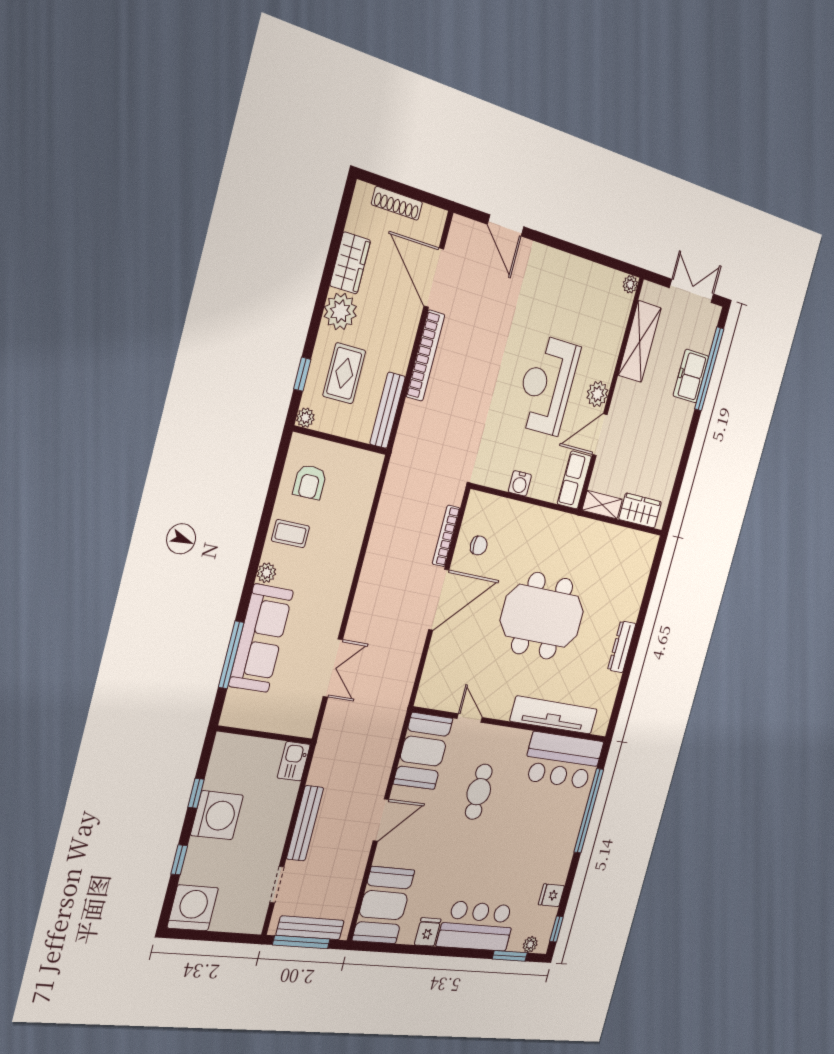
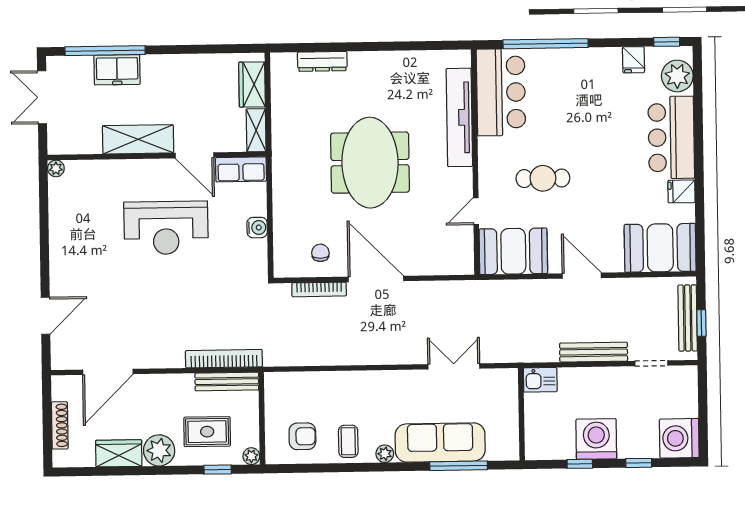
shelving: (640, 342) -> (138, 139), moved
bookcase: (425, 356) -> (224, 359), moved
plant: (597, 394) -> (160, 171), removed
dresser: (622, 647) -> (322, 61), moved
window: (301, 942) -> (701, 323), width x0.46
plant: (530, 944) -> (677, 76), width x1.87, depth x1.87
window: (510, 956) -> (698, 89), removed

